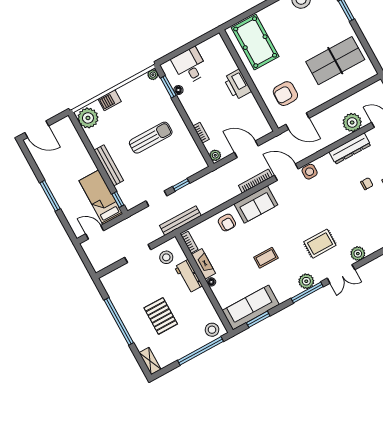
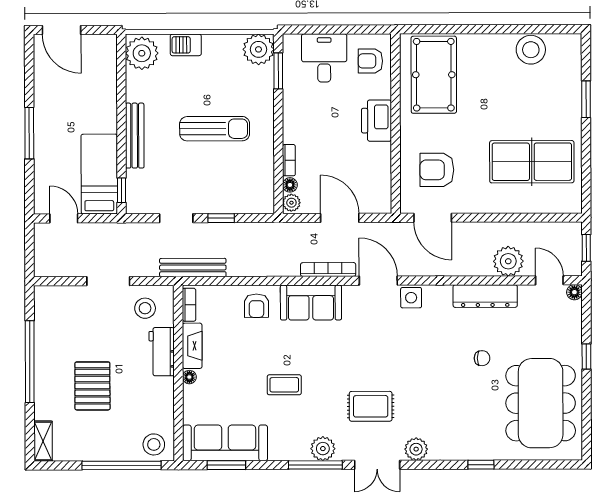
armchair: (216, 54) -> (370, 61), added
plant: (153, 75) -> (258, 49), width x1.88, depth x1.88
floor lamp: (178, 90) -> (290, 185), moved

